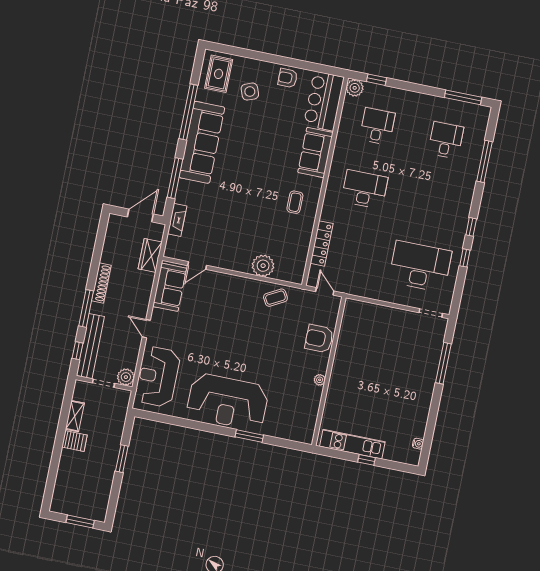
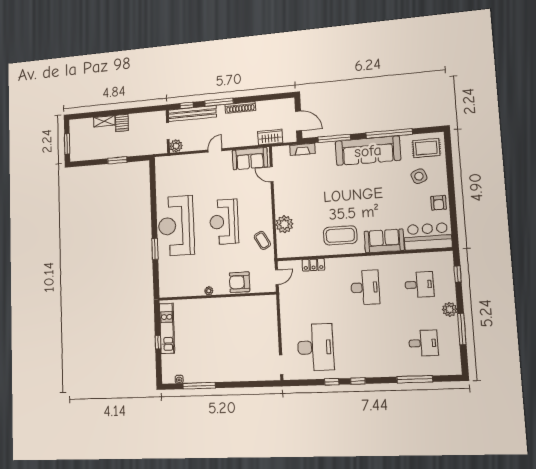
armchair: (288, 78) -> (439, 203), turned 180
plant: (355, 88) -> (450, 309), moved
window: (463, 97) -> (462, 329), moved
coffee table: (295, 202) -> (340, 235), width x1.86, depth x1.72
locker: (322, 243) -> (313, 265), width x0.66
armchair: (319, 339) -> (240, 282), turned -90
window: (443, 363) -> (199, 386), moved
reception desk: (158, 377) -> (224, 222), moved, turned -90
shelving: (75, 416) -> (104, 121), moved

